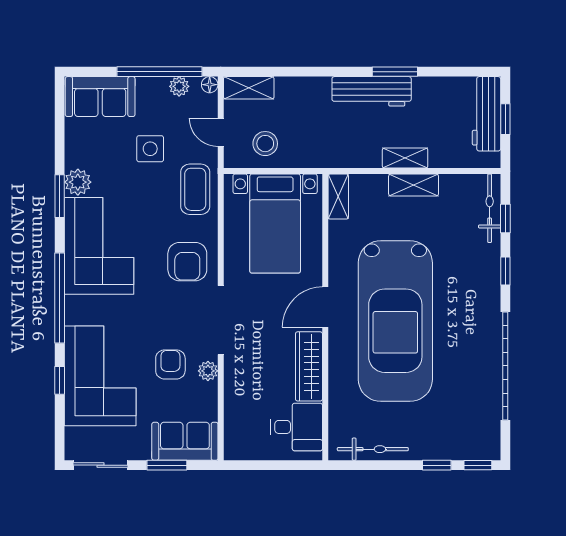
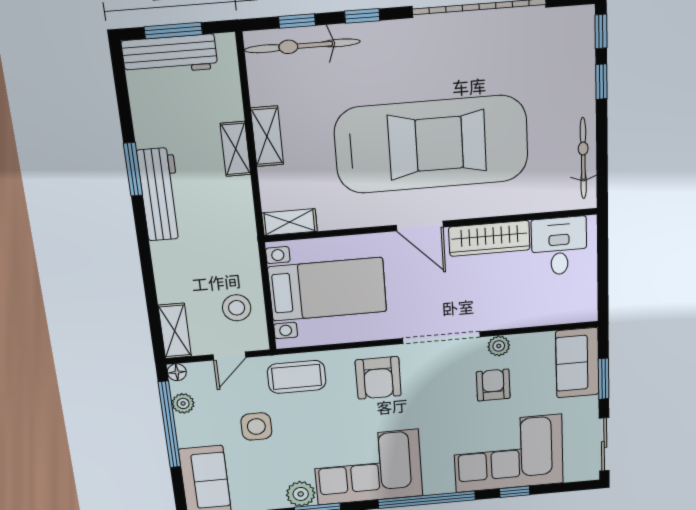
window: (505, 119) -> (173, 31), width x1.50
bicycle: (490, 208) -> (302, 46), width x1.37, depth x1.40
armchair: (187, 262) -> (378, 378), turned 90
armchair: (170, 364) -> (493, 385), turned 90

